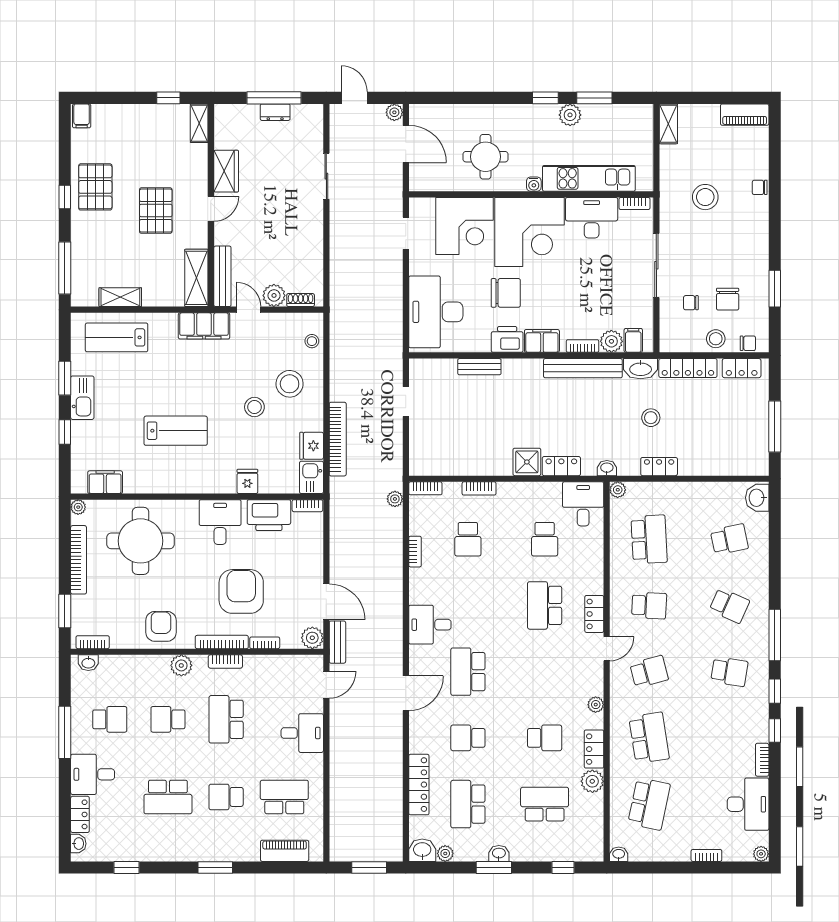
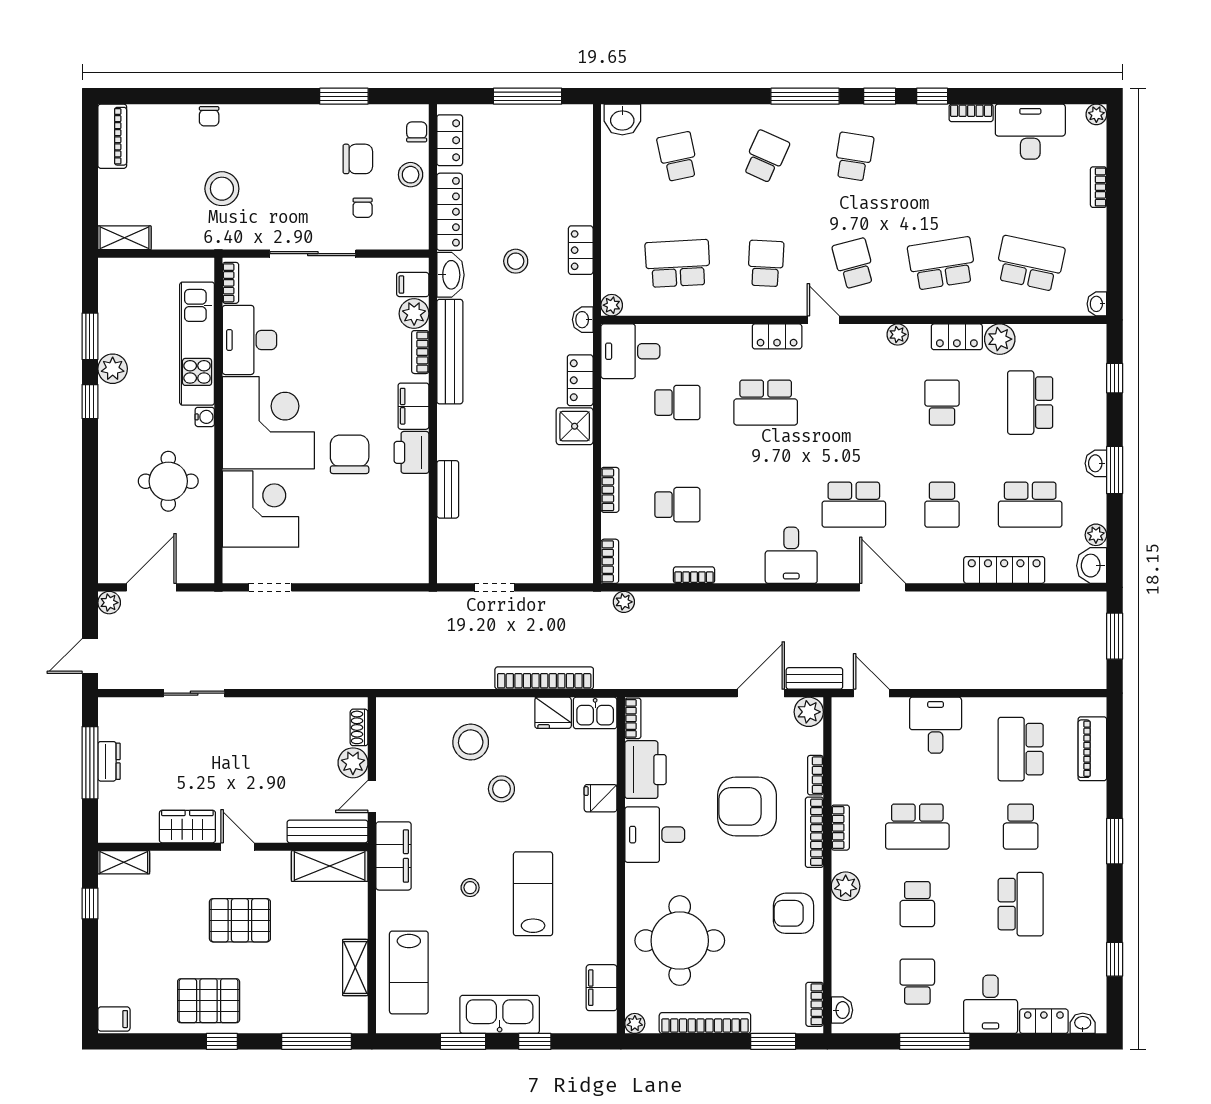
desk: (436, 312) -> (375, 547), removed
stool: (312, 341) -> (470, 888), moved
kitchen sink: (82, 398) -> (500, 1014), width x1.36, depth x1.24

